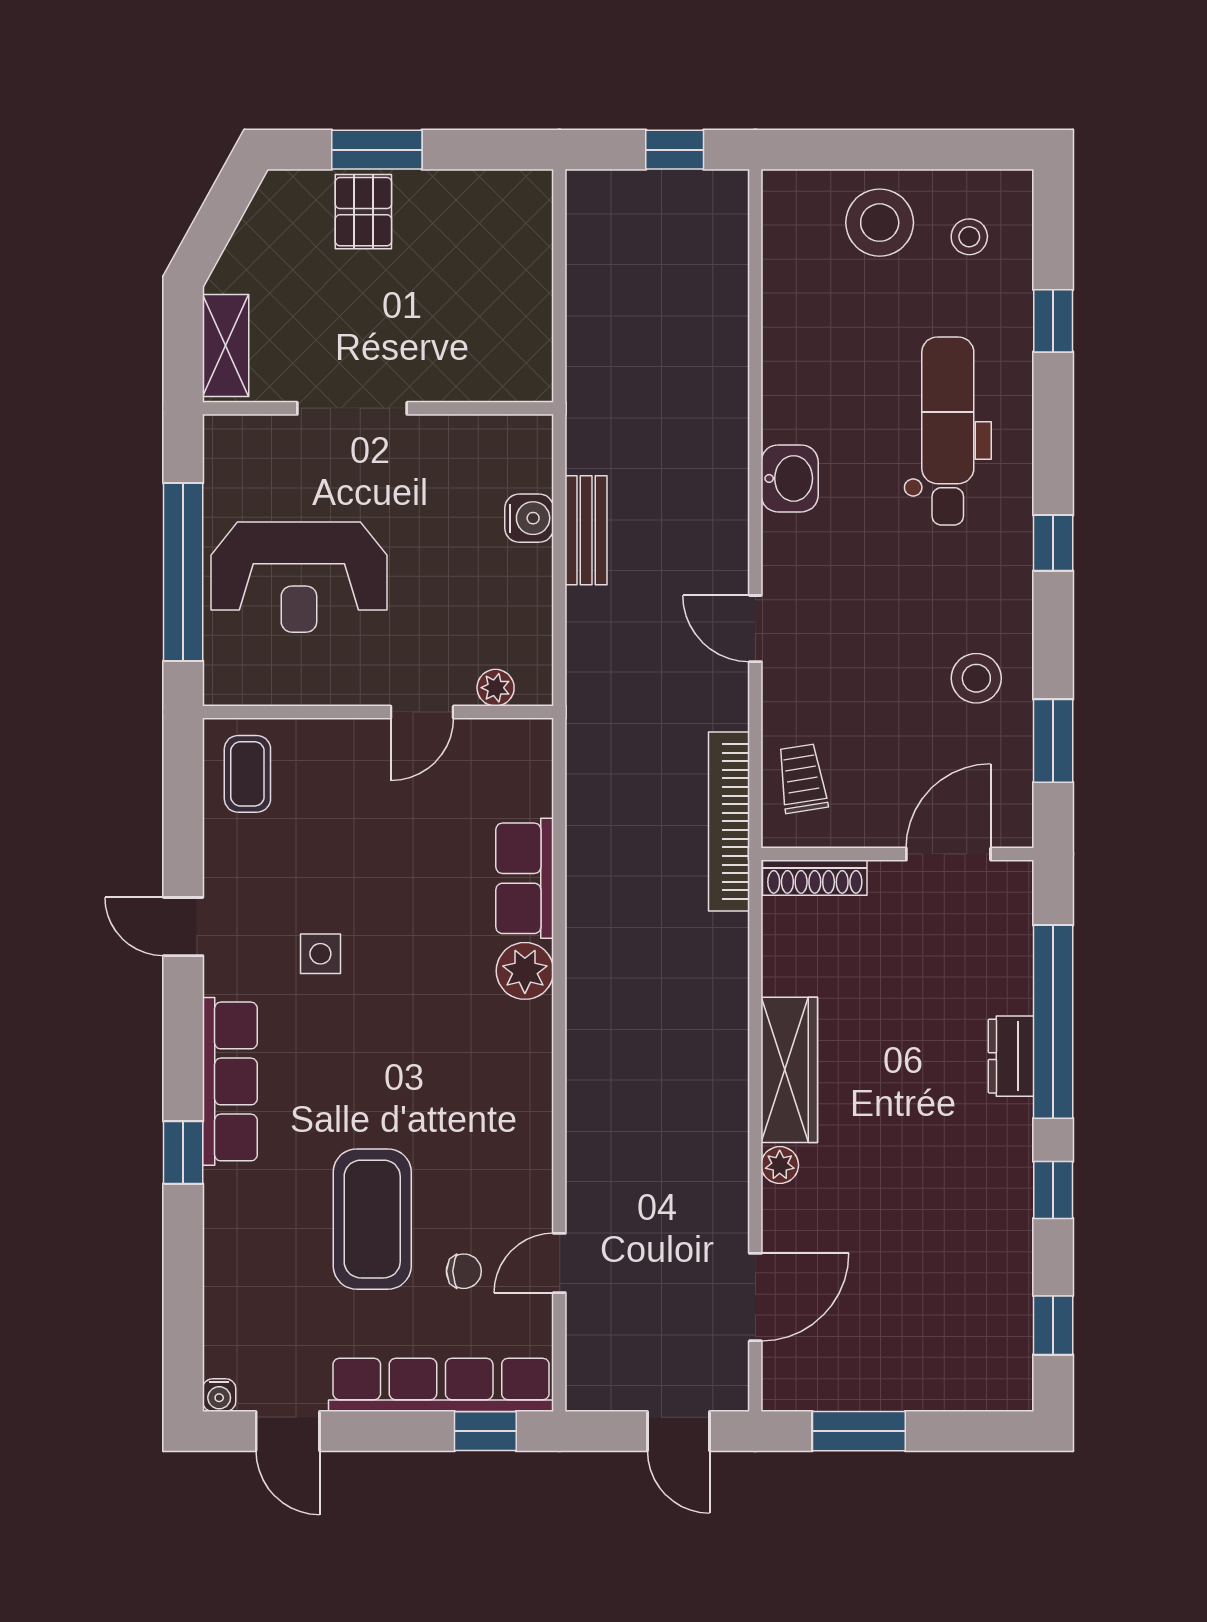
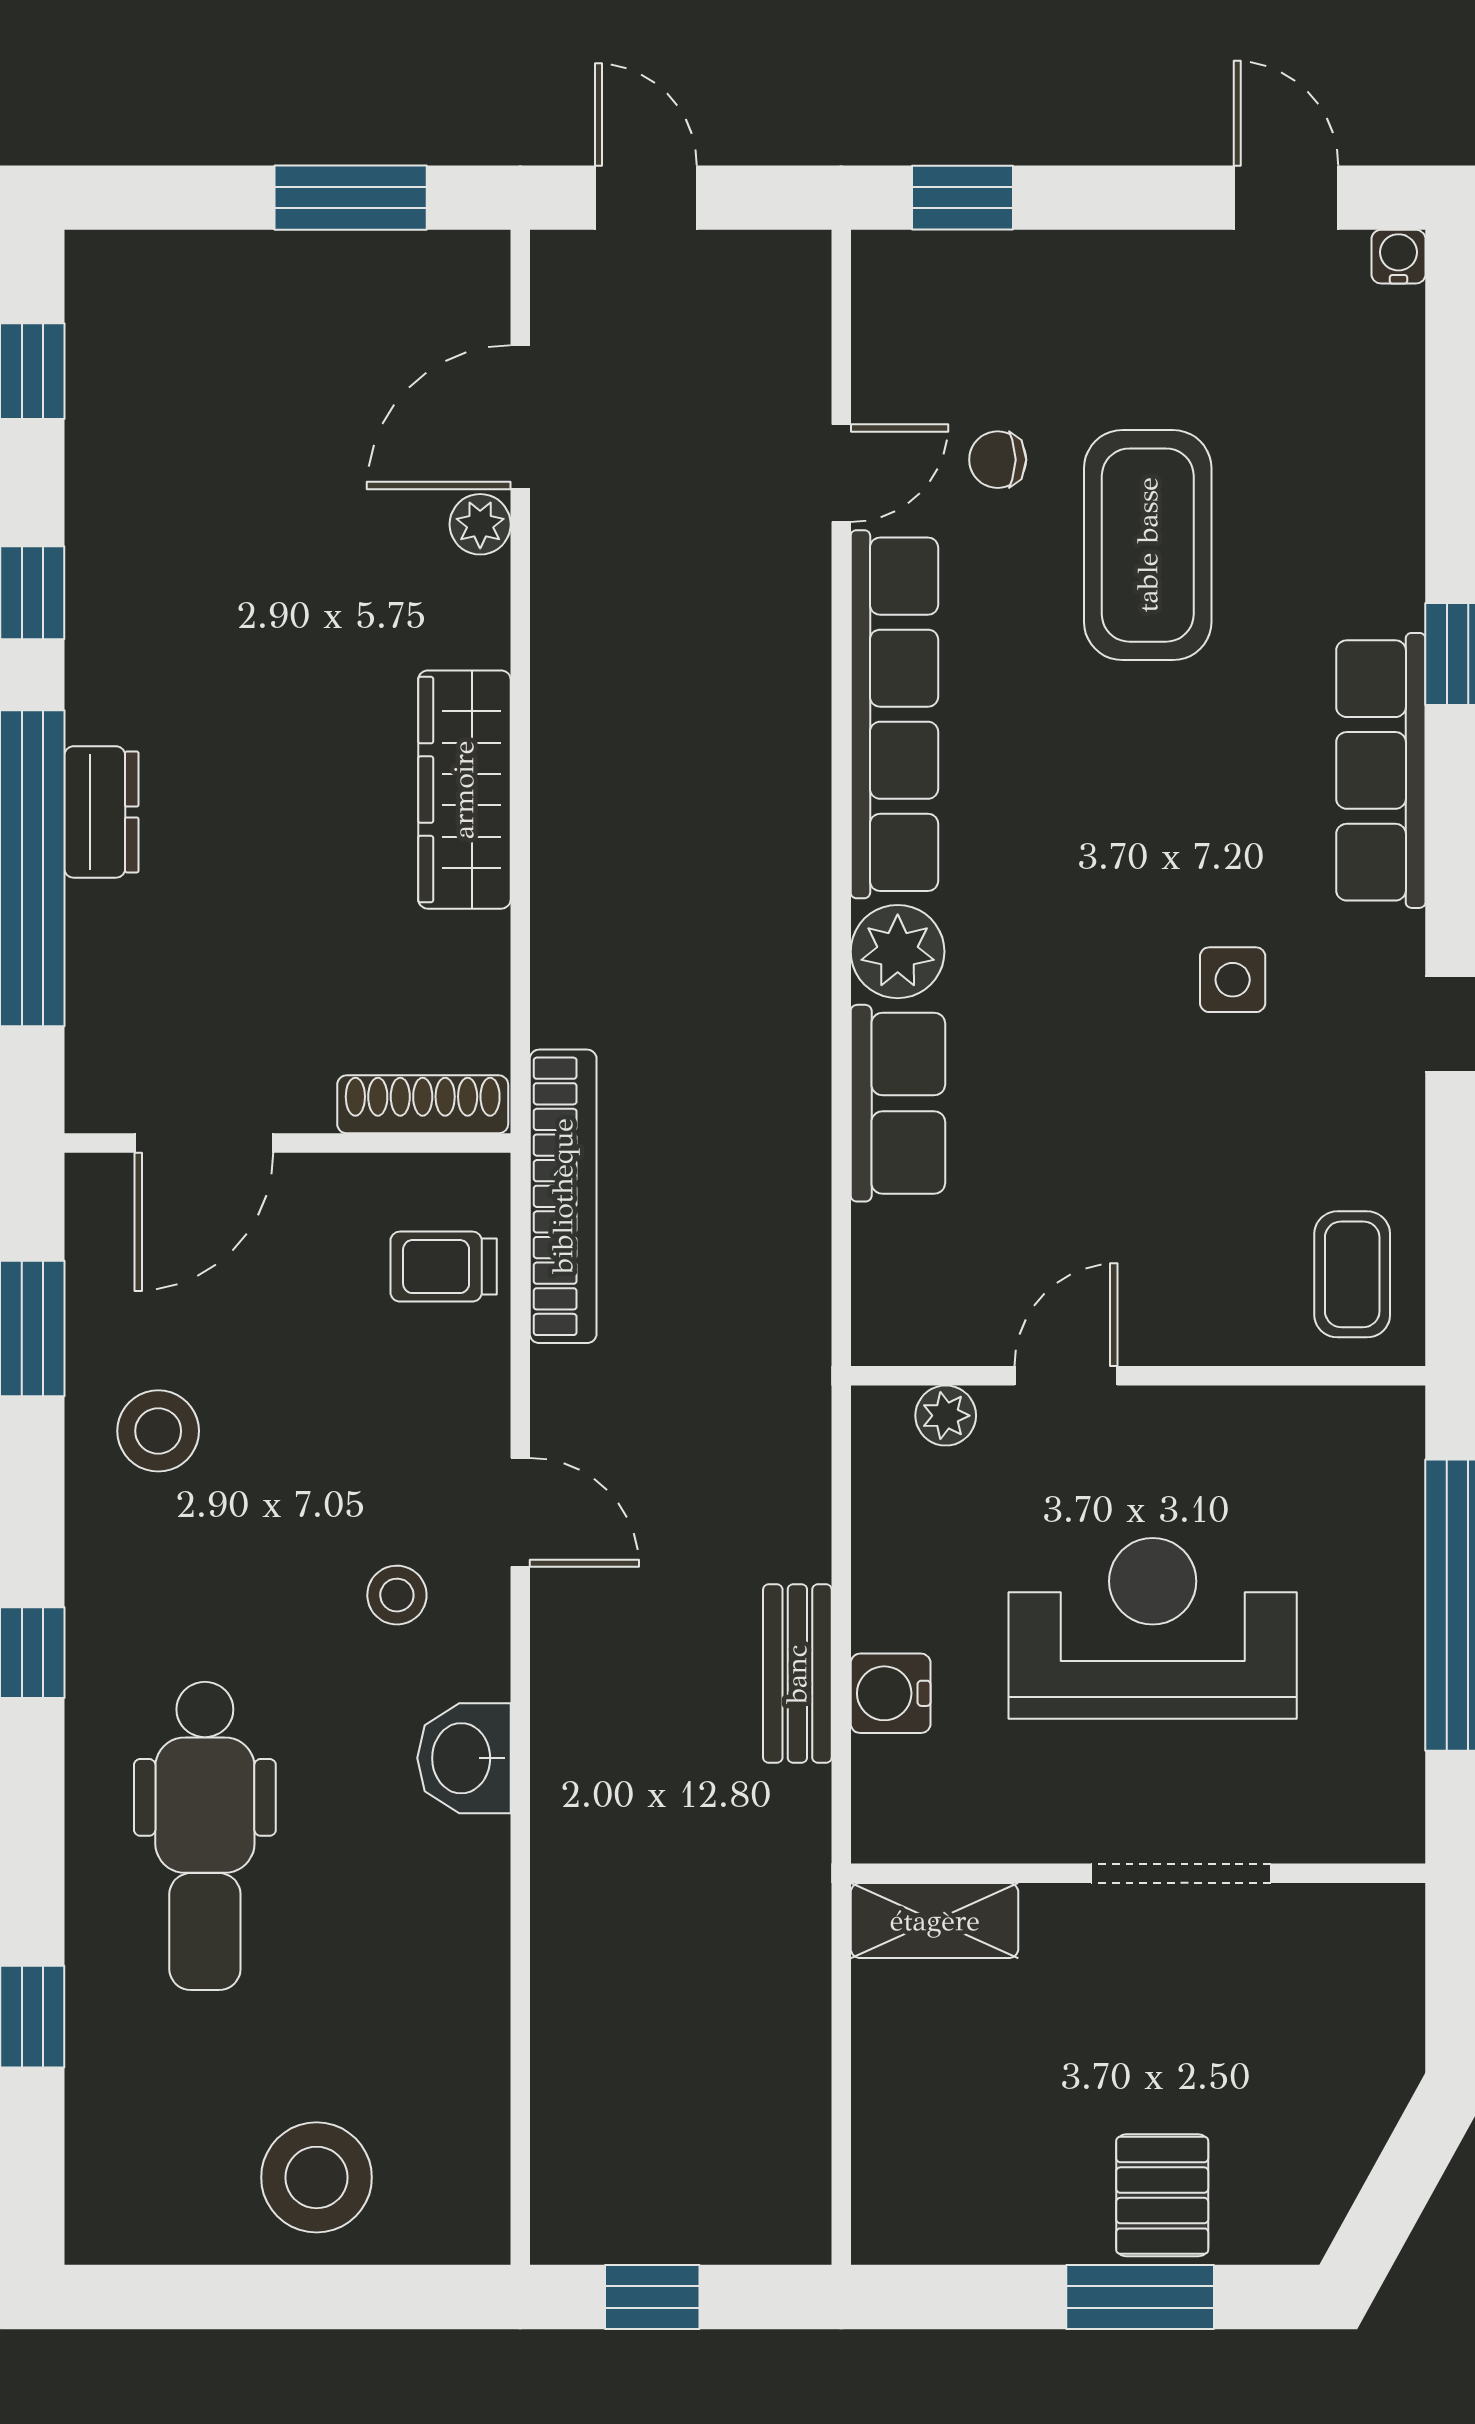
stool: (969, 237) -> (397, 1595), moved
shelving: (226, 346) -> (935, 1921), moved, turned 90
reception desk: (299, 577) -> (1153, 1628), moved
trolley: (802, 779) -> (444, 1267), turned 99
plant: (780, 1165) -> (480, 524), moved
row of seats: (441, 1385) -> (894, 714), moved, turned -90

